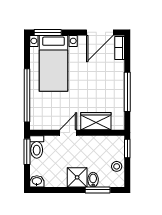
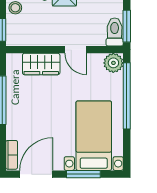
window: (48, 32) -> (83, 174), moved
plant: (38, 122) -> (113, 63), added
door: (68, 133) -> (76, 50), hinge flipped

